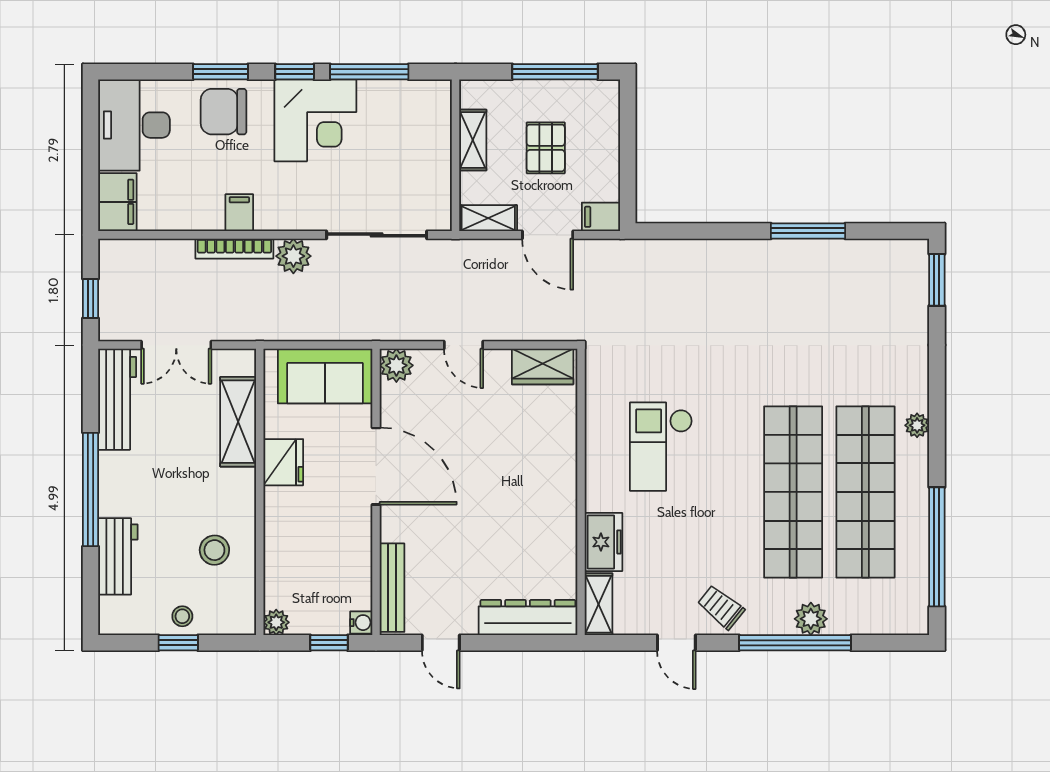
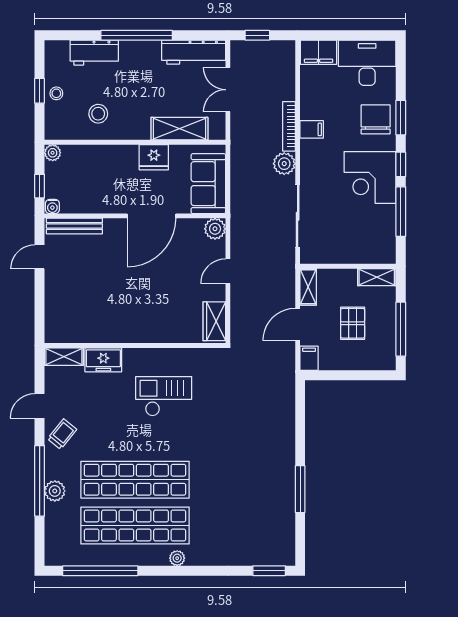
shelving: (473, 140) -> (377, 277), moved
pallet: (546, 148) -> (353, 323), turned 90
dresser: (528, 618) -> (56, 312), removed

